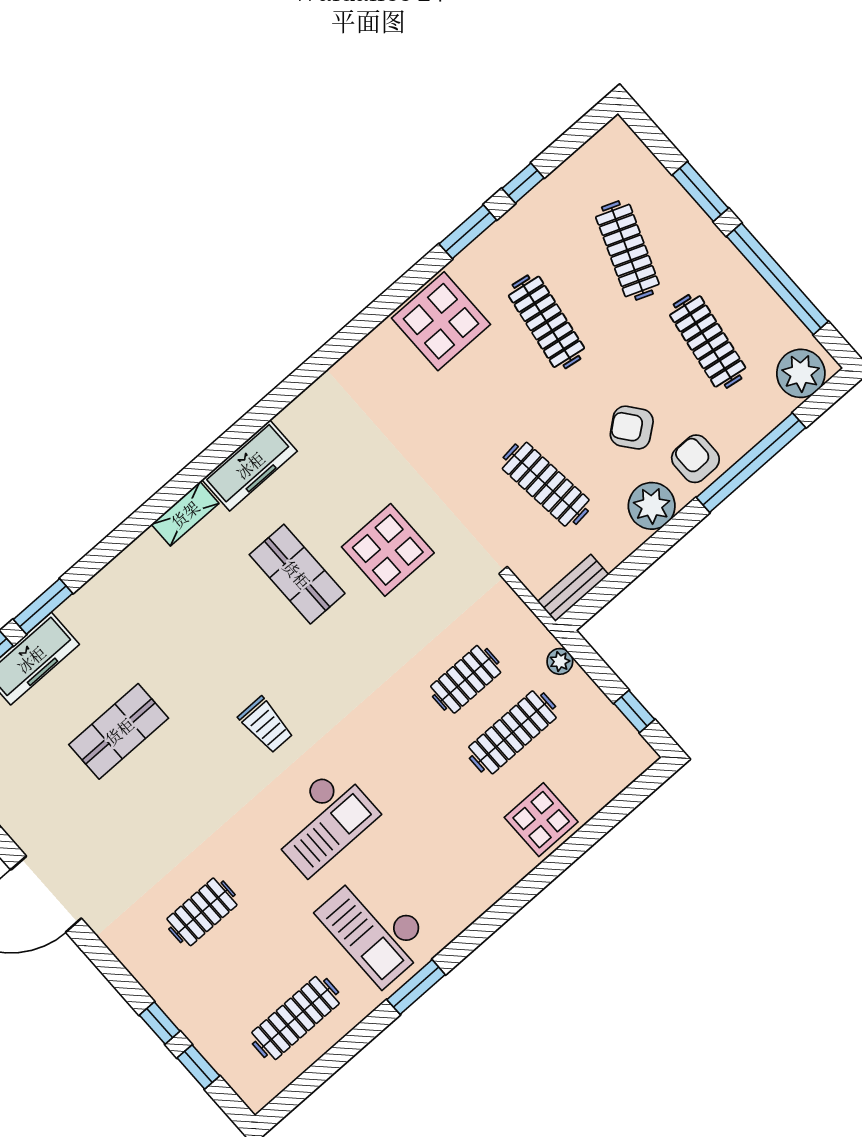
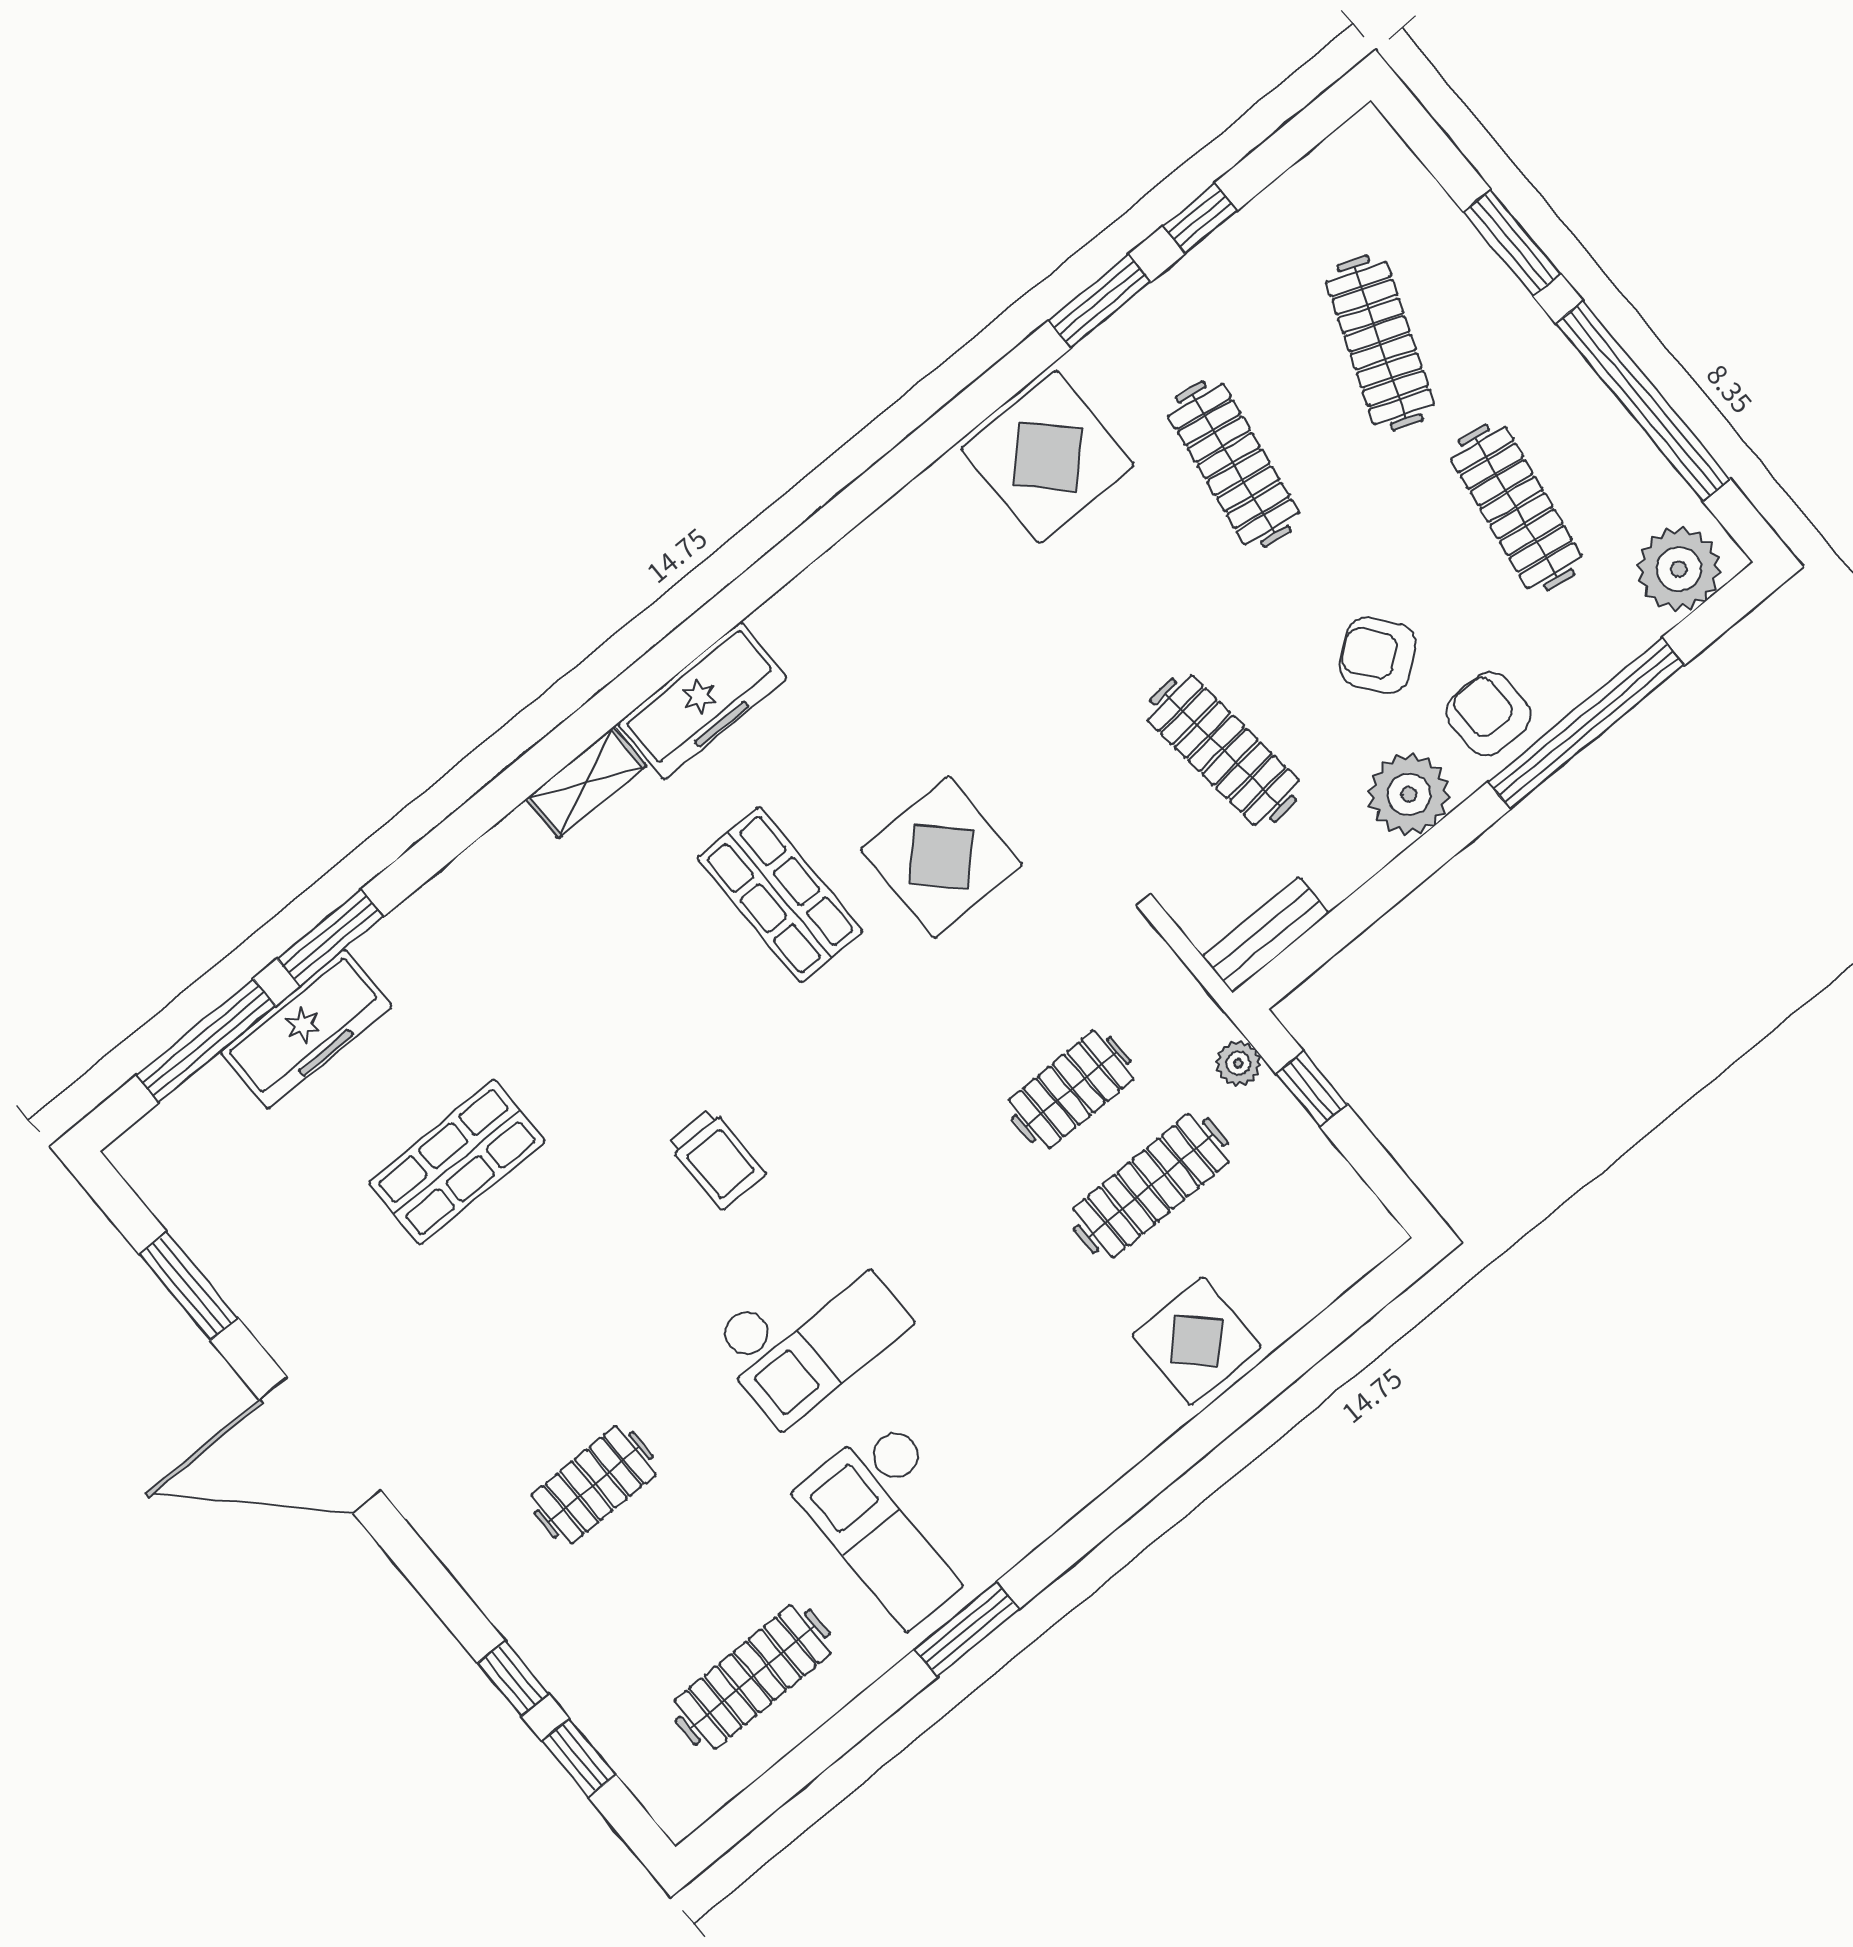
window: (634, 711) -> (1312, 1089), moved

